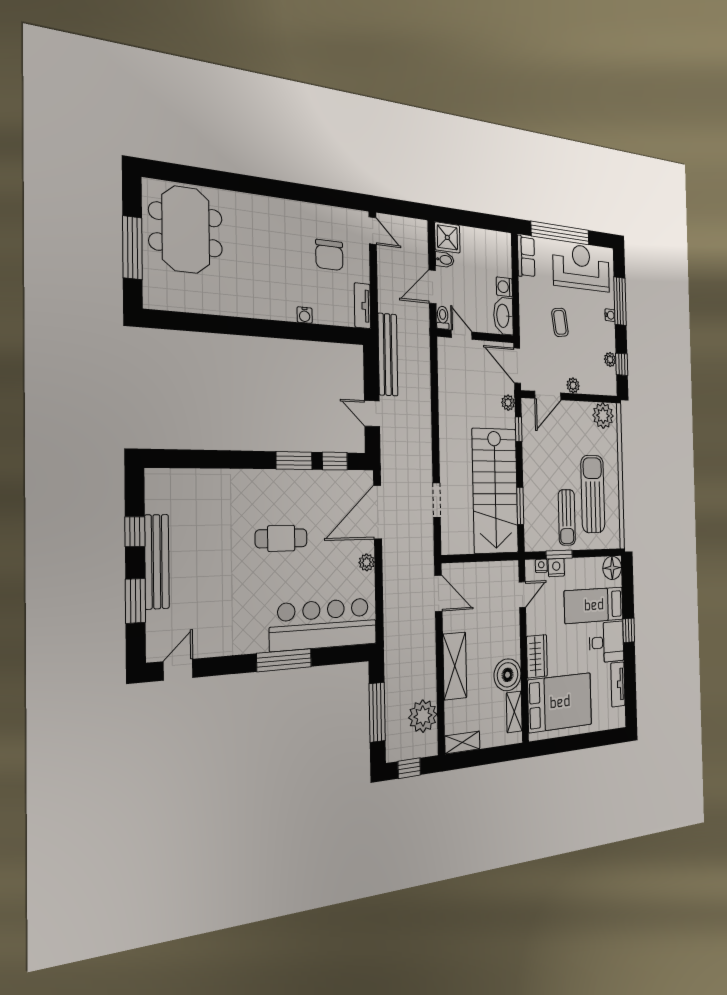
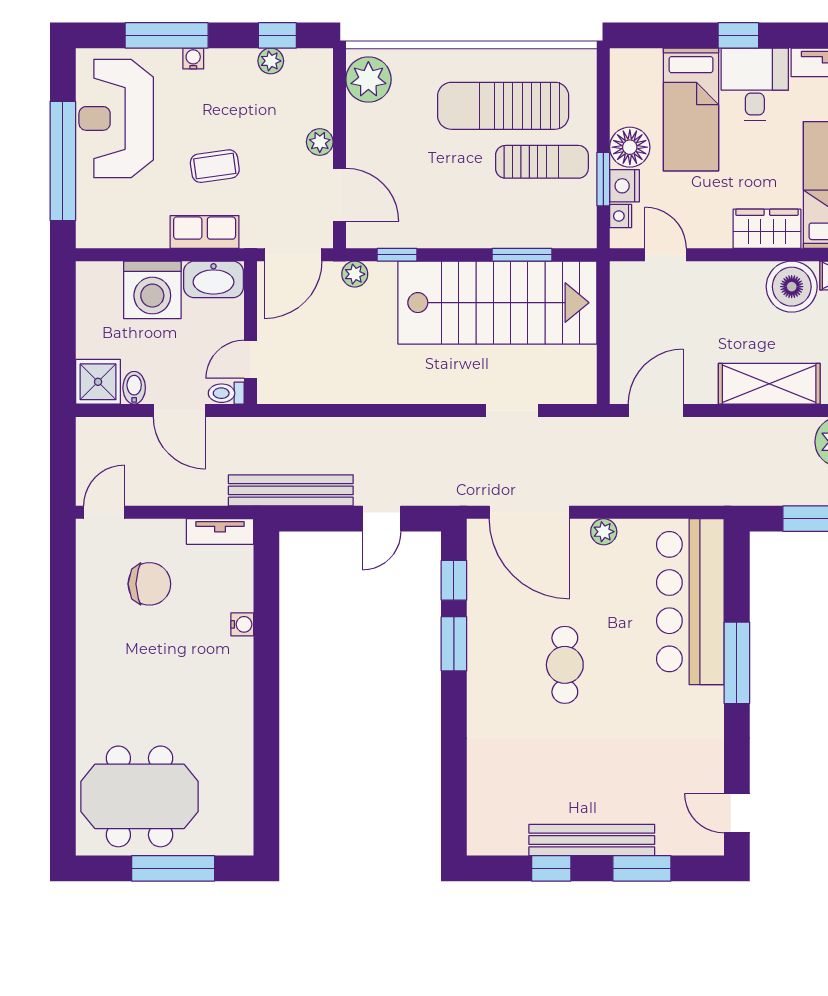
row of seats: (526, 257) -> (205, 232), moved
washing machine: (504, 287) -> (152, 290), width x1.89, depth x1.89
floor lamp: (612, 568) -> (630, 147), moved

